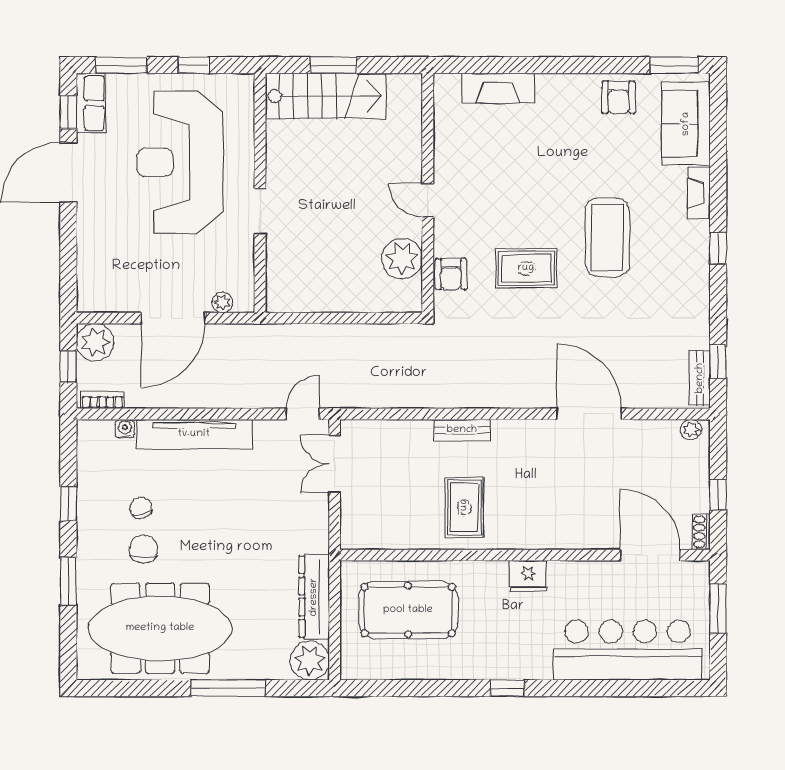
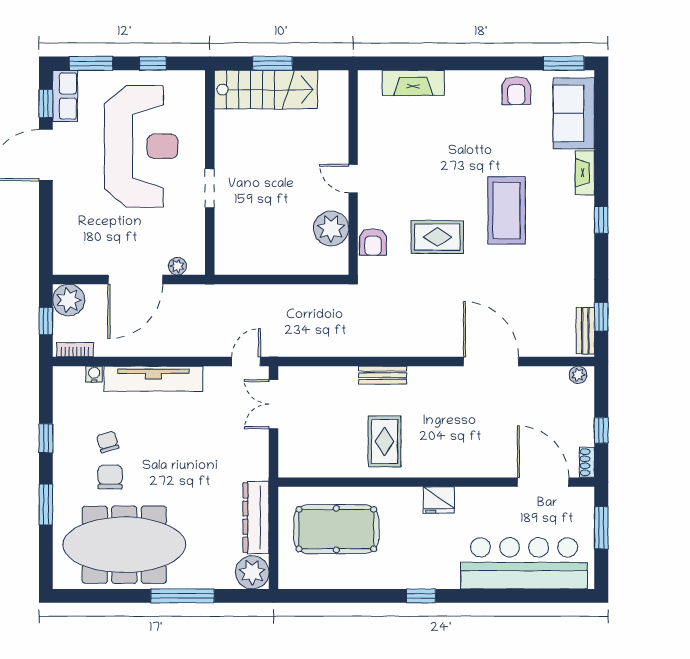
reception desk: (180, 162) -> (141, 146), turned 180

